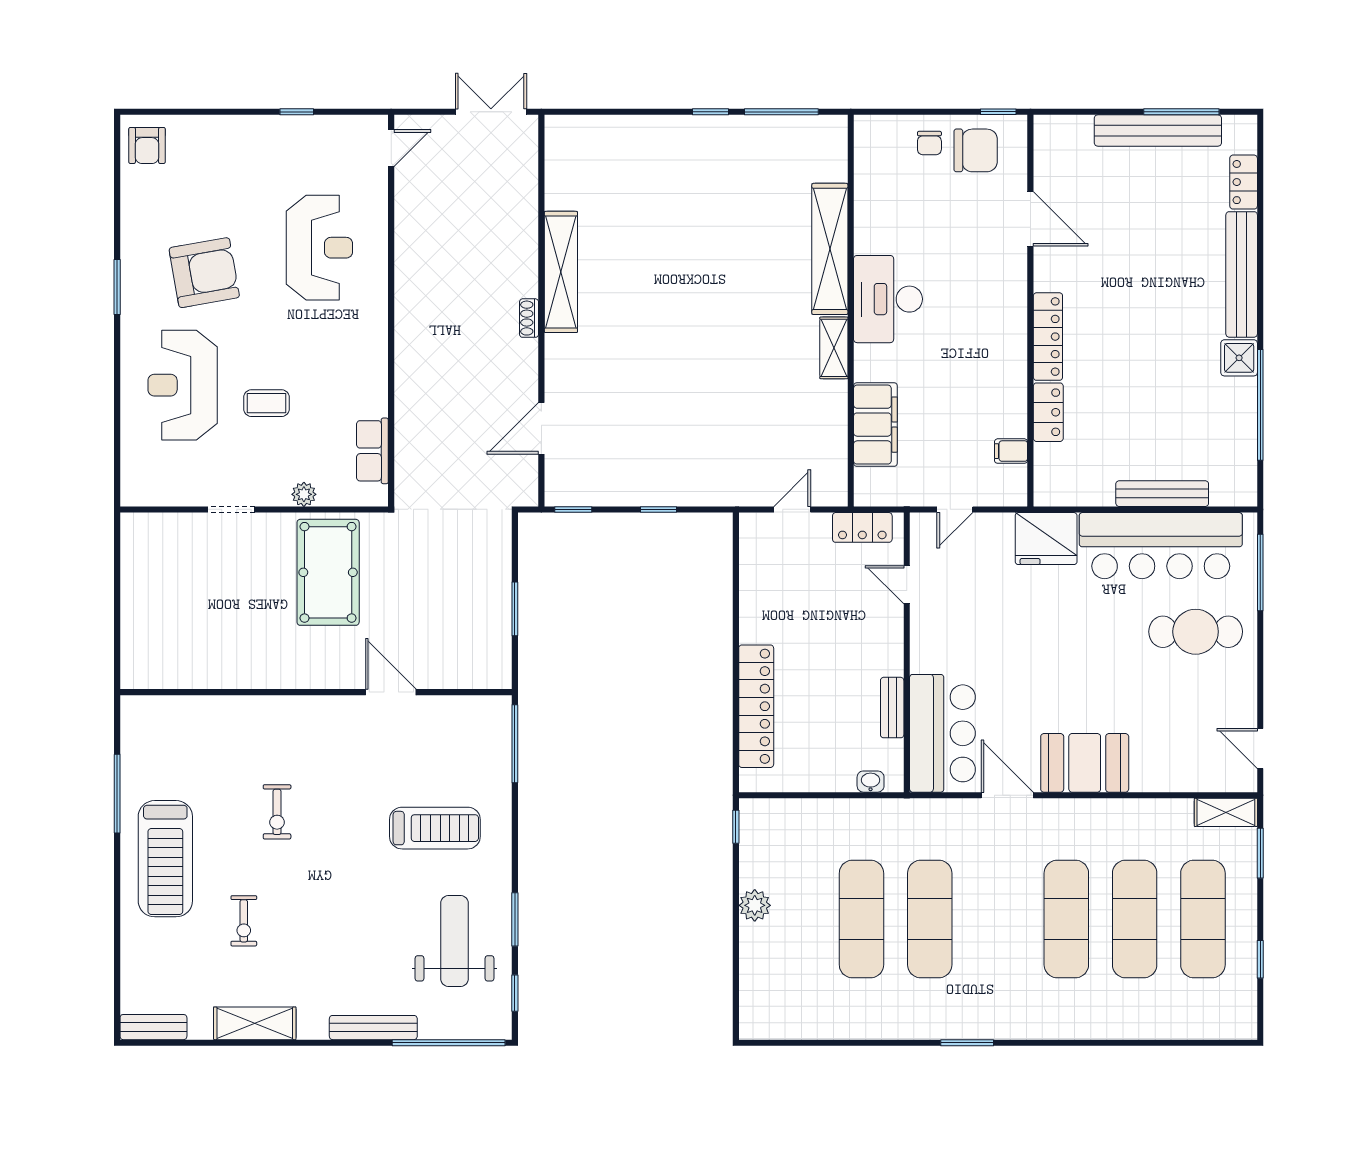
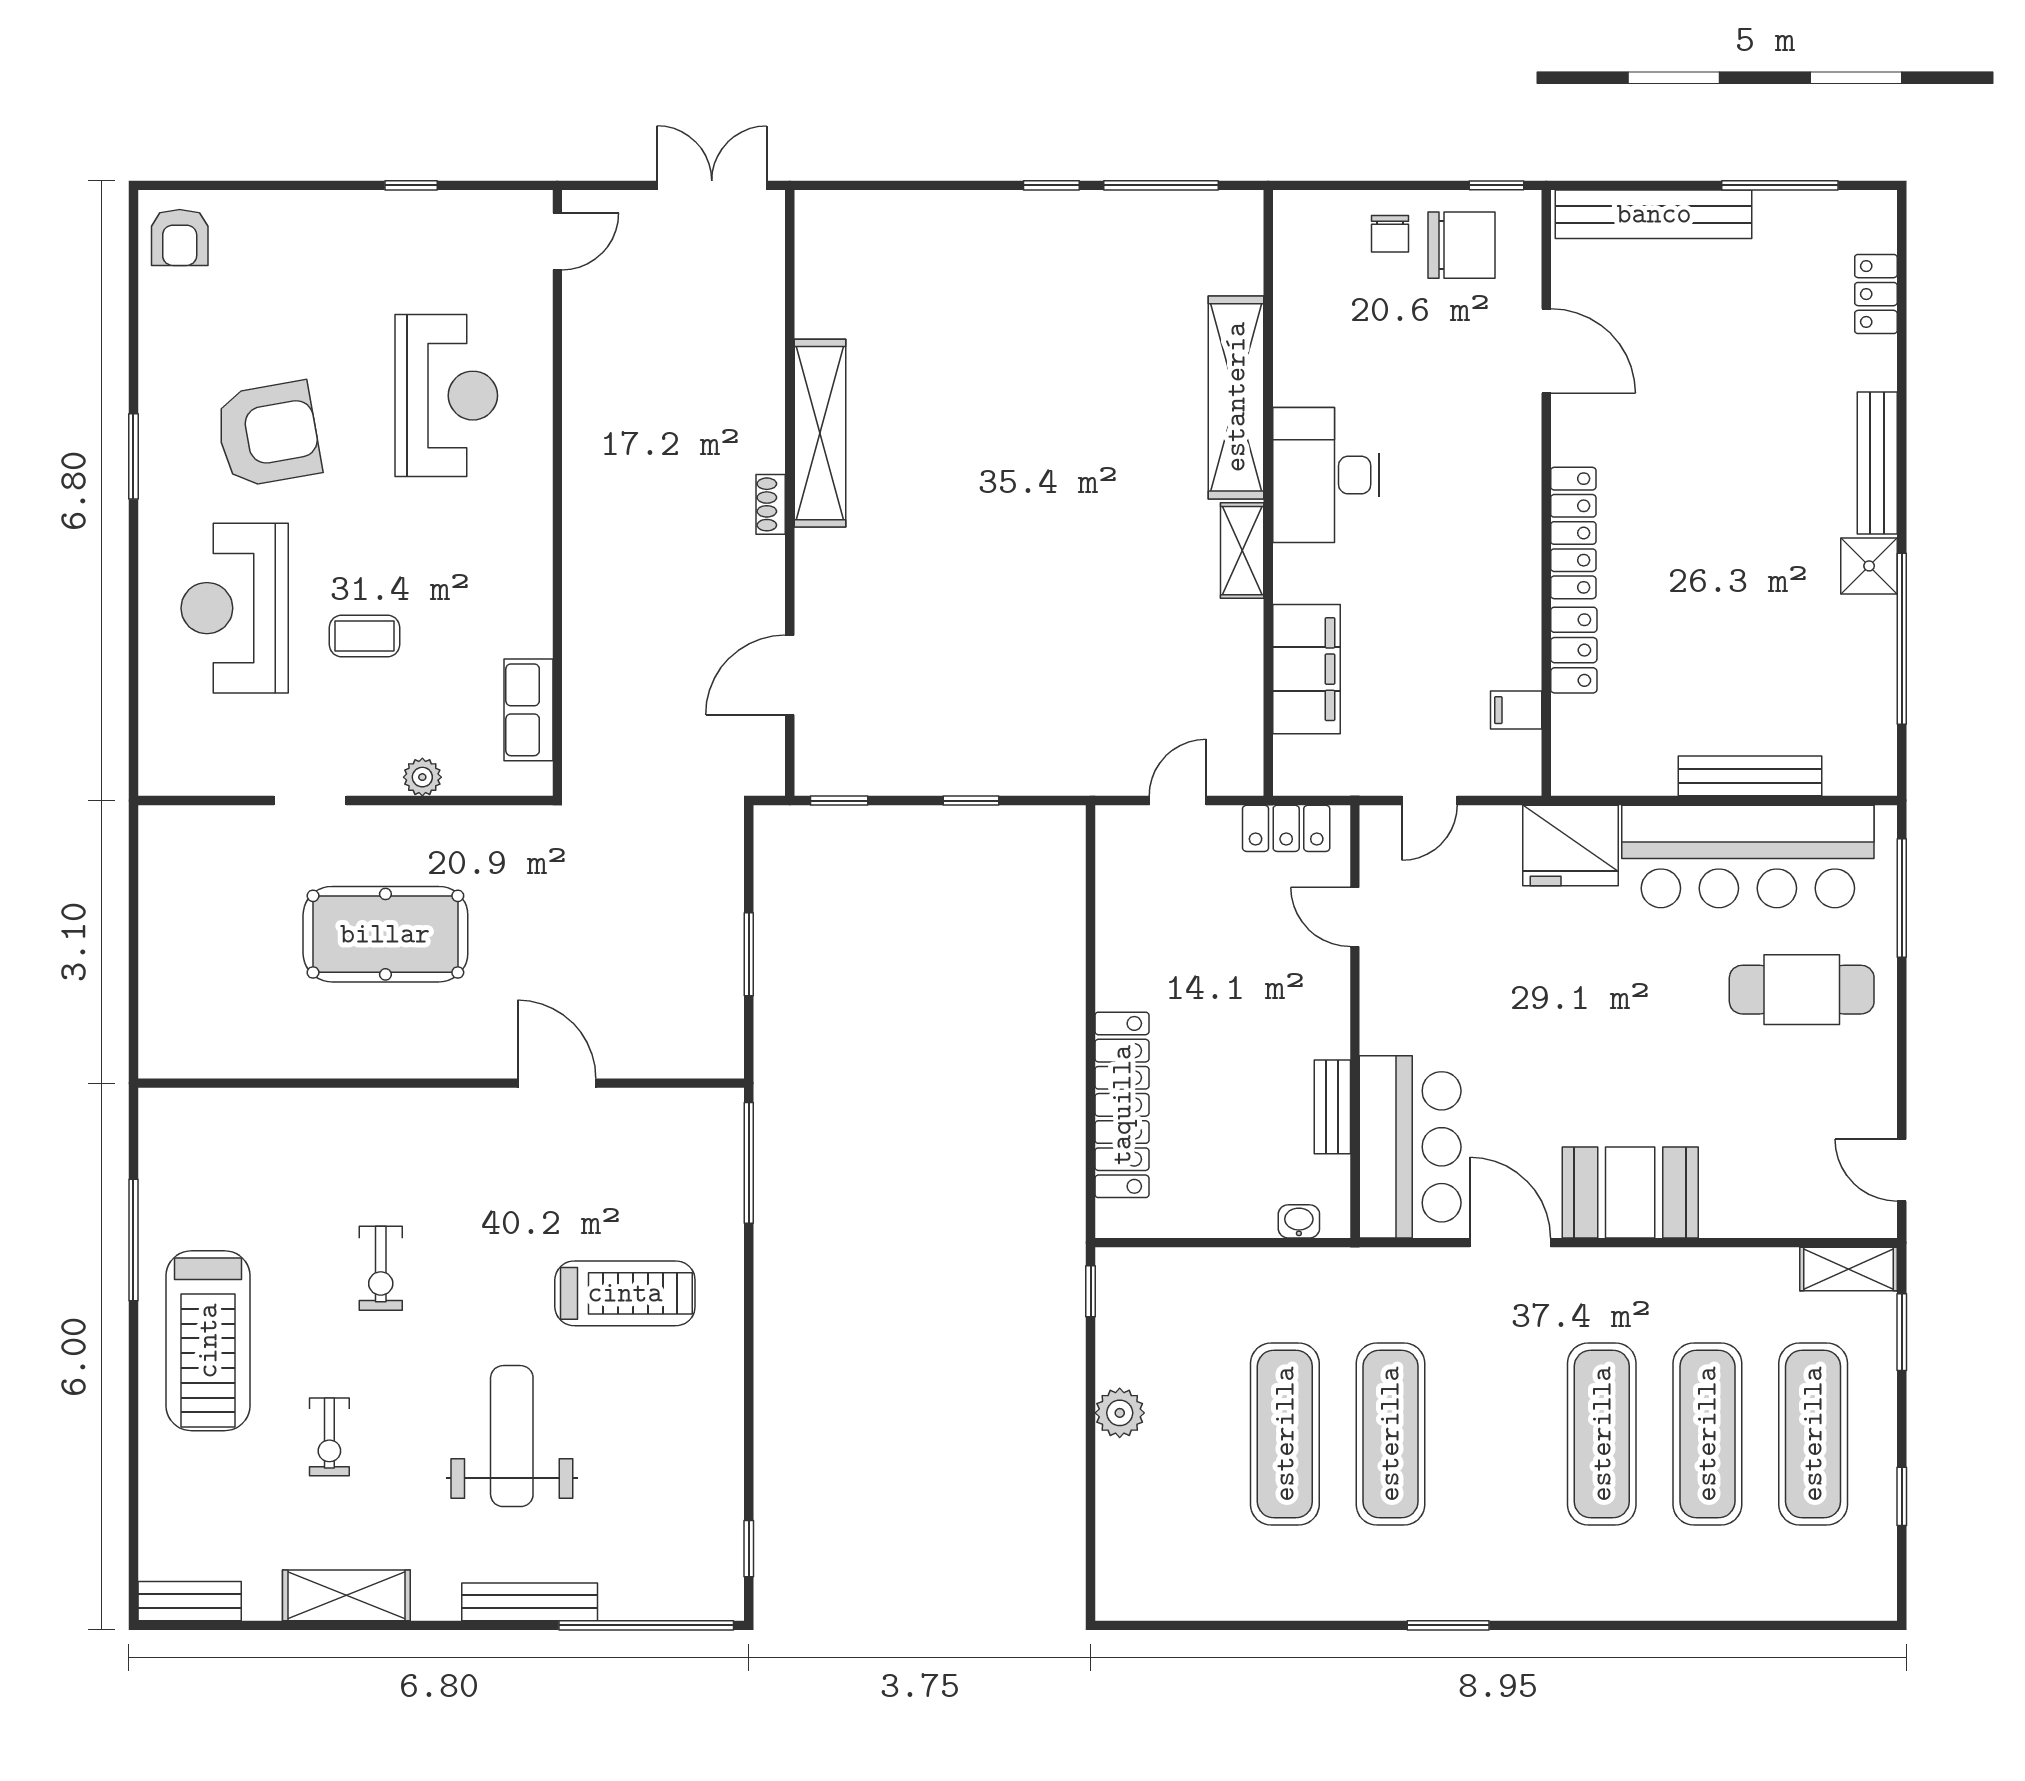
bench: (1158, 131) -> (1654, 214), moved
bench: (1242, 274) -> (1877, 463), width x0.73, depth x0.82
pool table: (328, 572) -> (385, 934), moved, turned 90
window: (515, 919) -> (749, 1434), removed
weight bench: (455, 941) -> (512, 1436), moved

